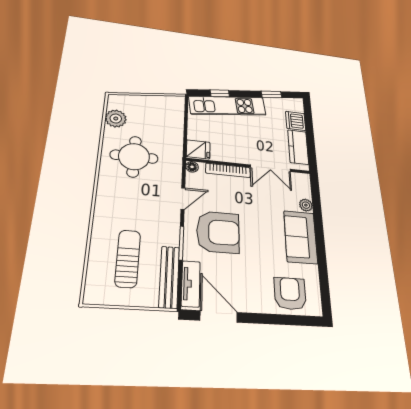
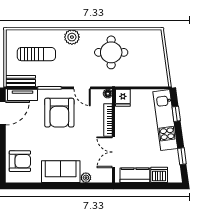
plant: (116, 119) -> (72, 37), moved
bench: (169, 277) -> (21, 81), width x0.73

